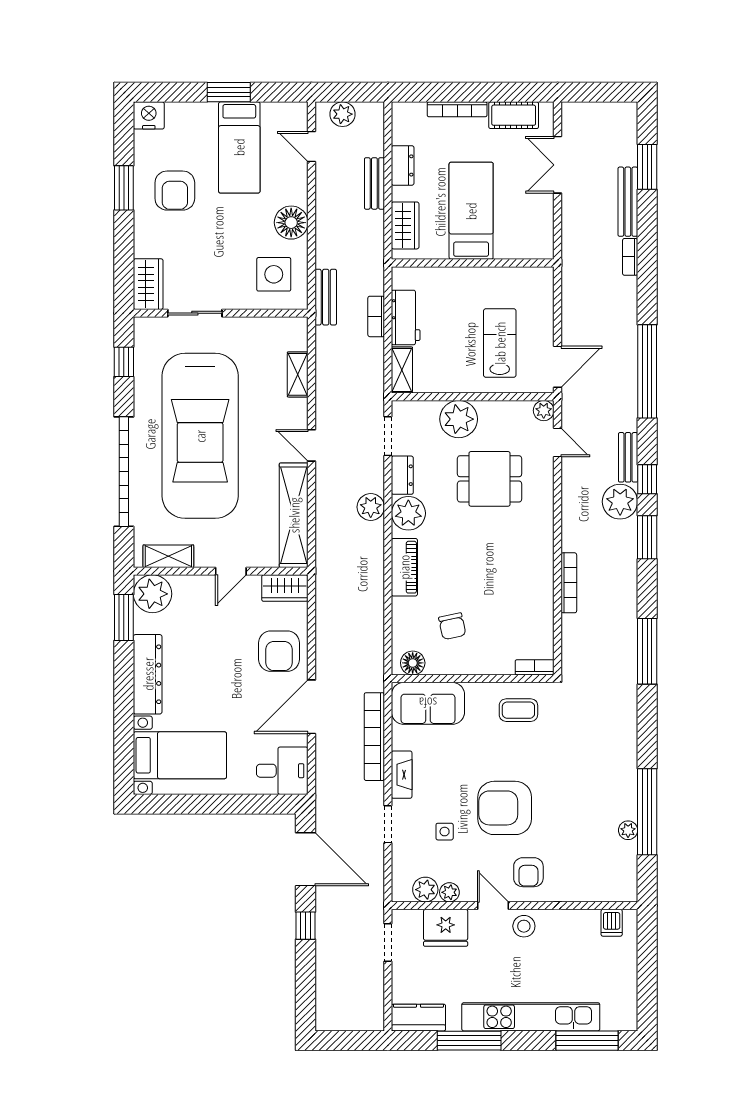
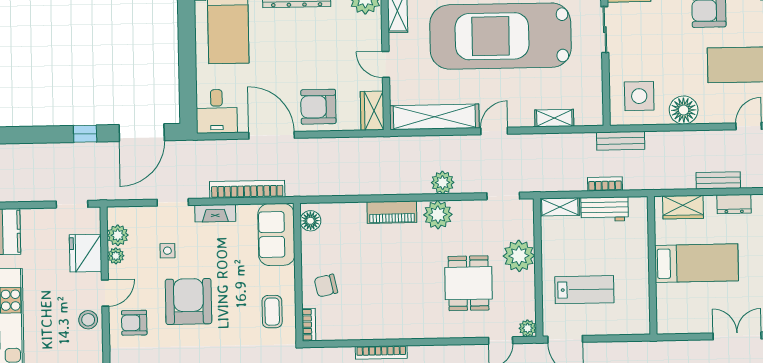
dresser: (402, 475) -> (470, 209), removed
chair: (452, 626) -> (326, 286), moved

